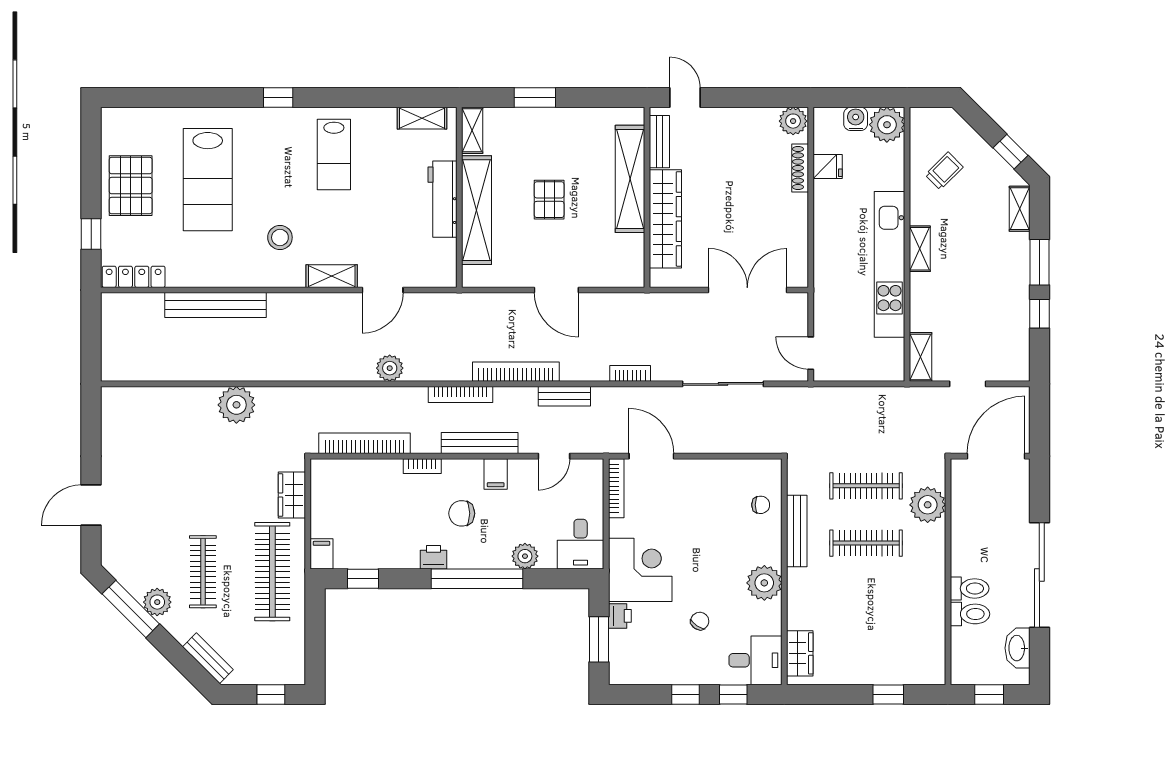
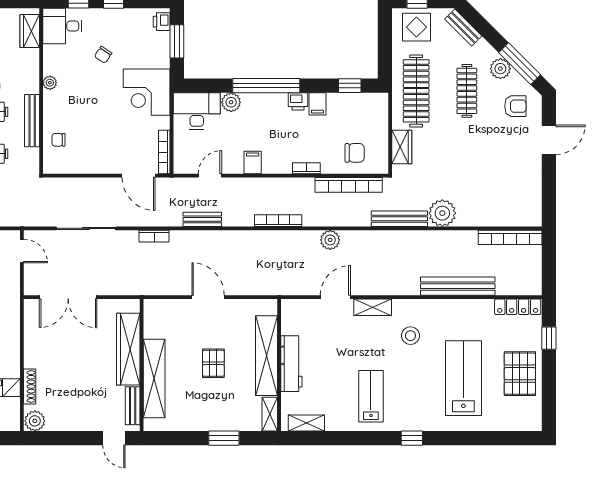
bookcase: (516, 372) -> (510, 237), moved
bench: (480, 443) -> (399, 219), moved
chair: (462, 513) -> (355, 153), moved
desk: (581, 544) -> (197, 111), width x1.37
armchair: (137, 551) -> (515, 106), added
filing cabinet: (321, 554) -> (317, 104), moved
plant: (764, 583) -> (50, 83), width x0.53, depth x0.53
printer: (620, 616) -> (162, 22), moved
display table: (272, 659) -> (416, 27), added

